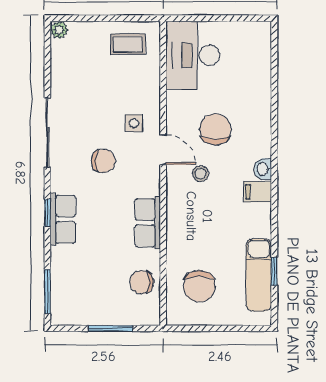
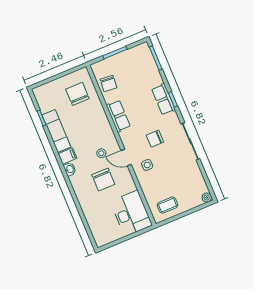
exam couch: (259, 275) -> (56, 131), moved
chair: (142, 282) -> (109, 84), turned 95

